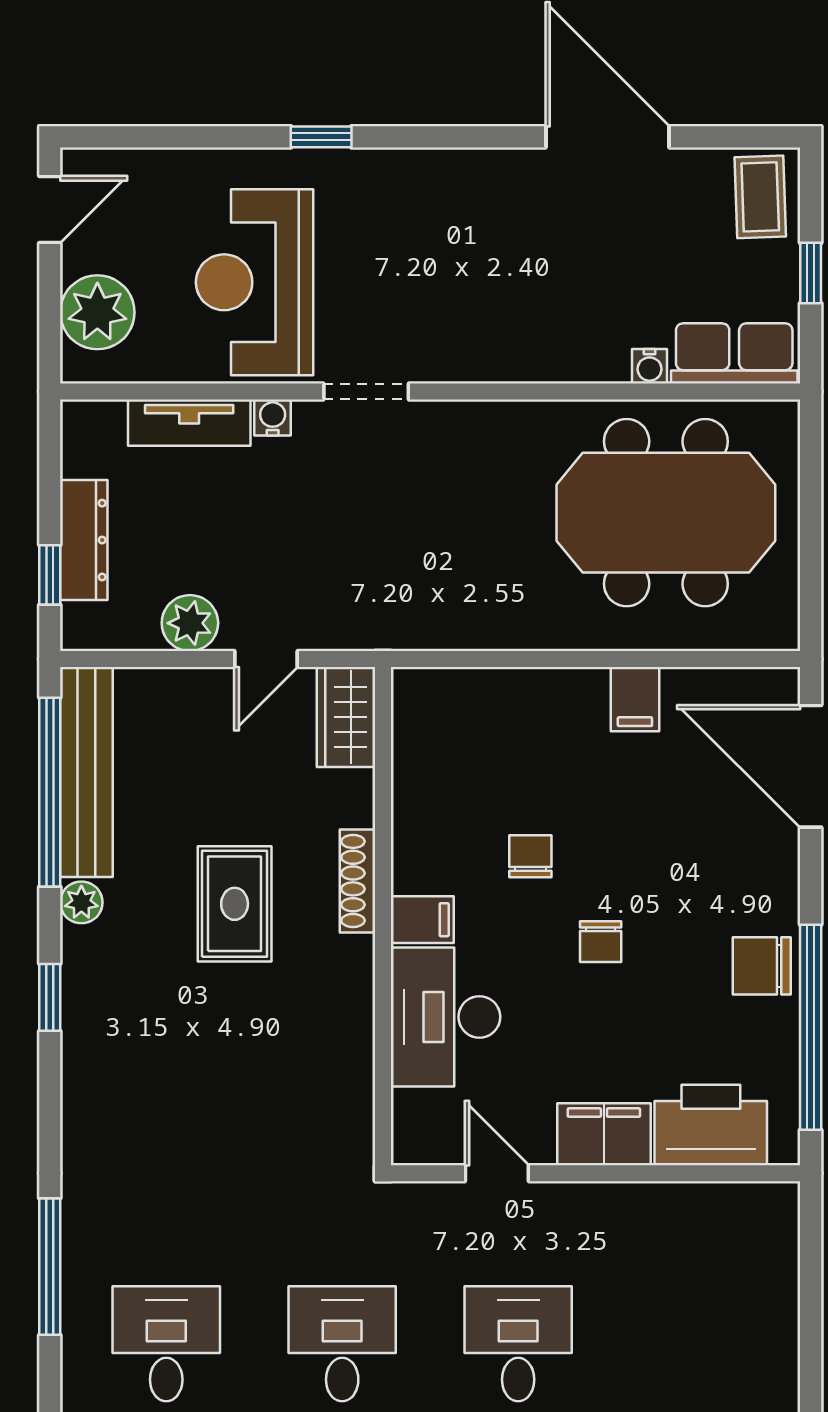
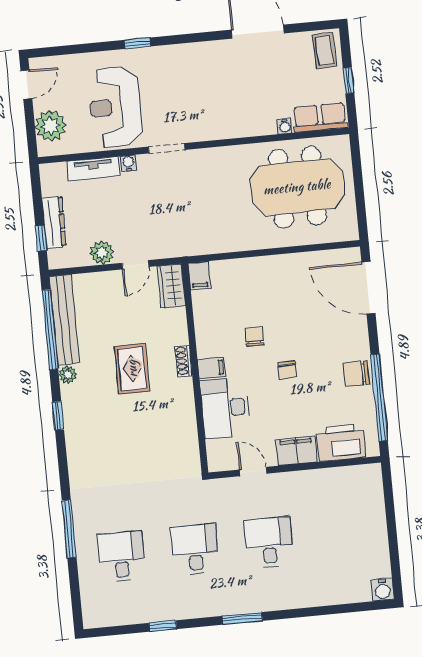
filing cabinet: (635, 699) -> (200, 276), moved
shoe rack: (358, 881) -> (183, 361), width x0.70

